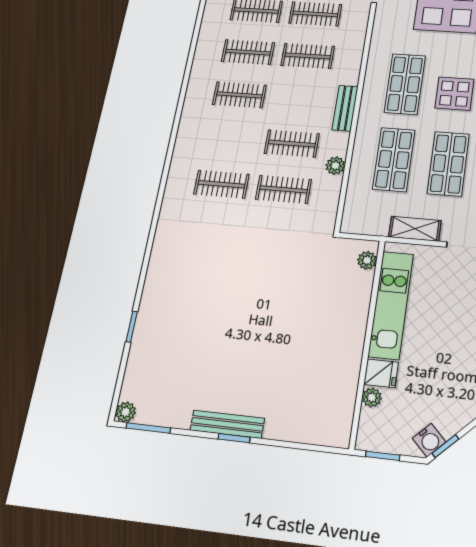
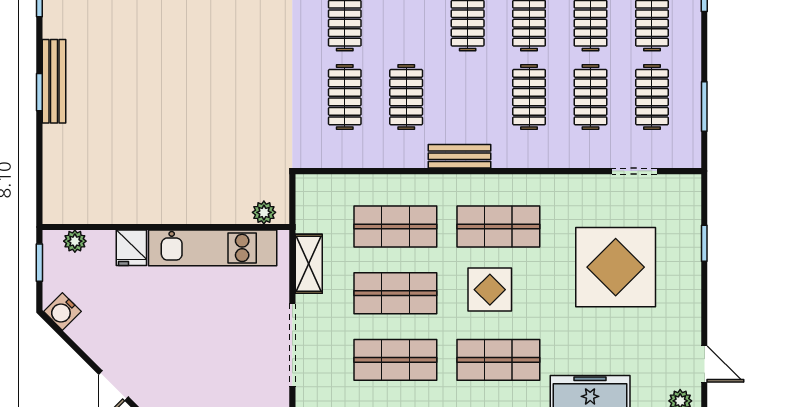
plant: (335, 166) -> (381, 156), removed
plant: (372, 397) -> (75, 241), moved
window: (445, 446) -> (58, 330), removed

